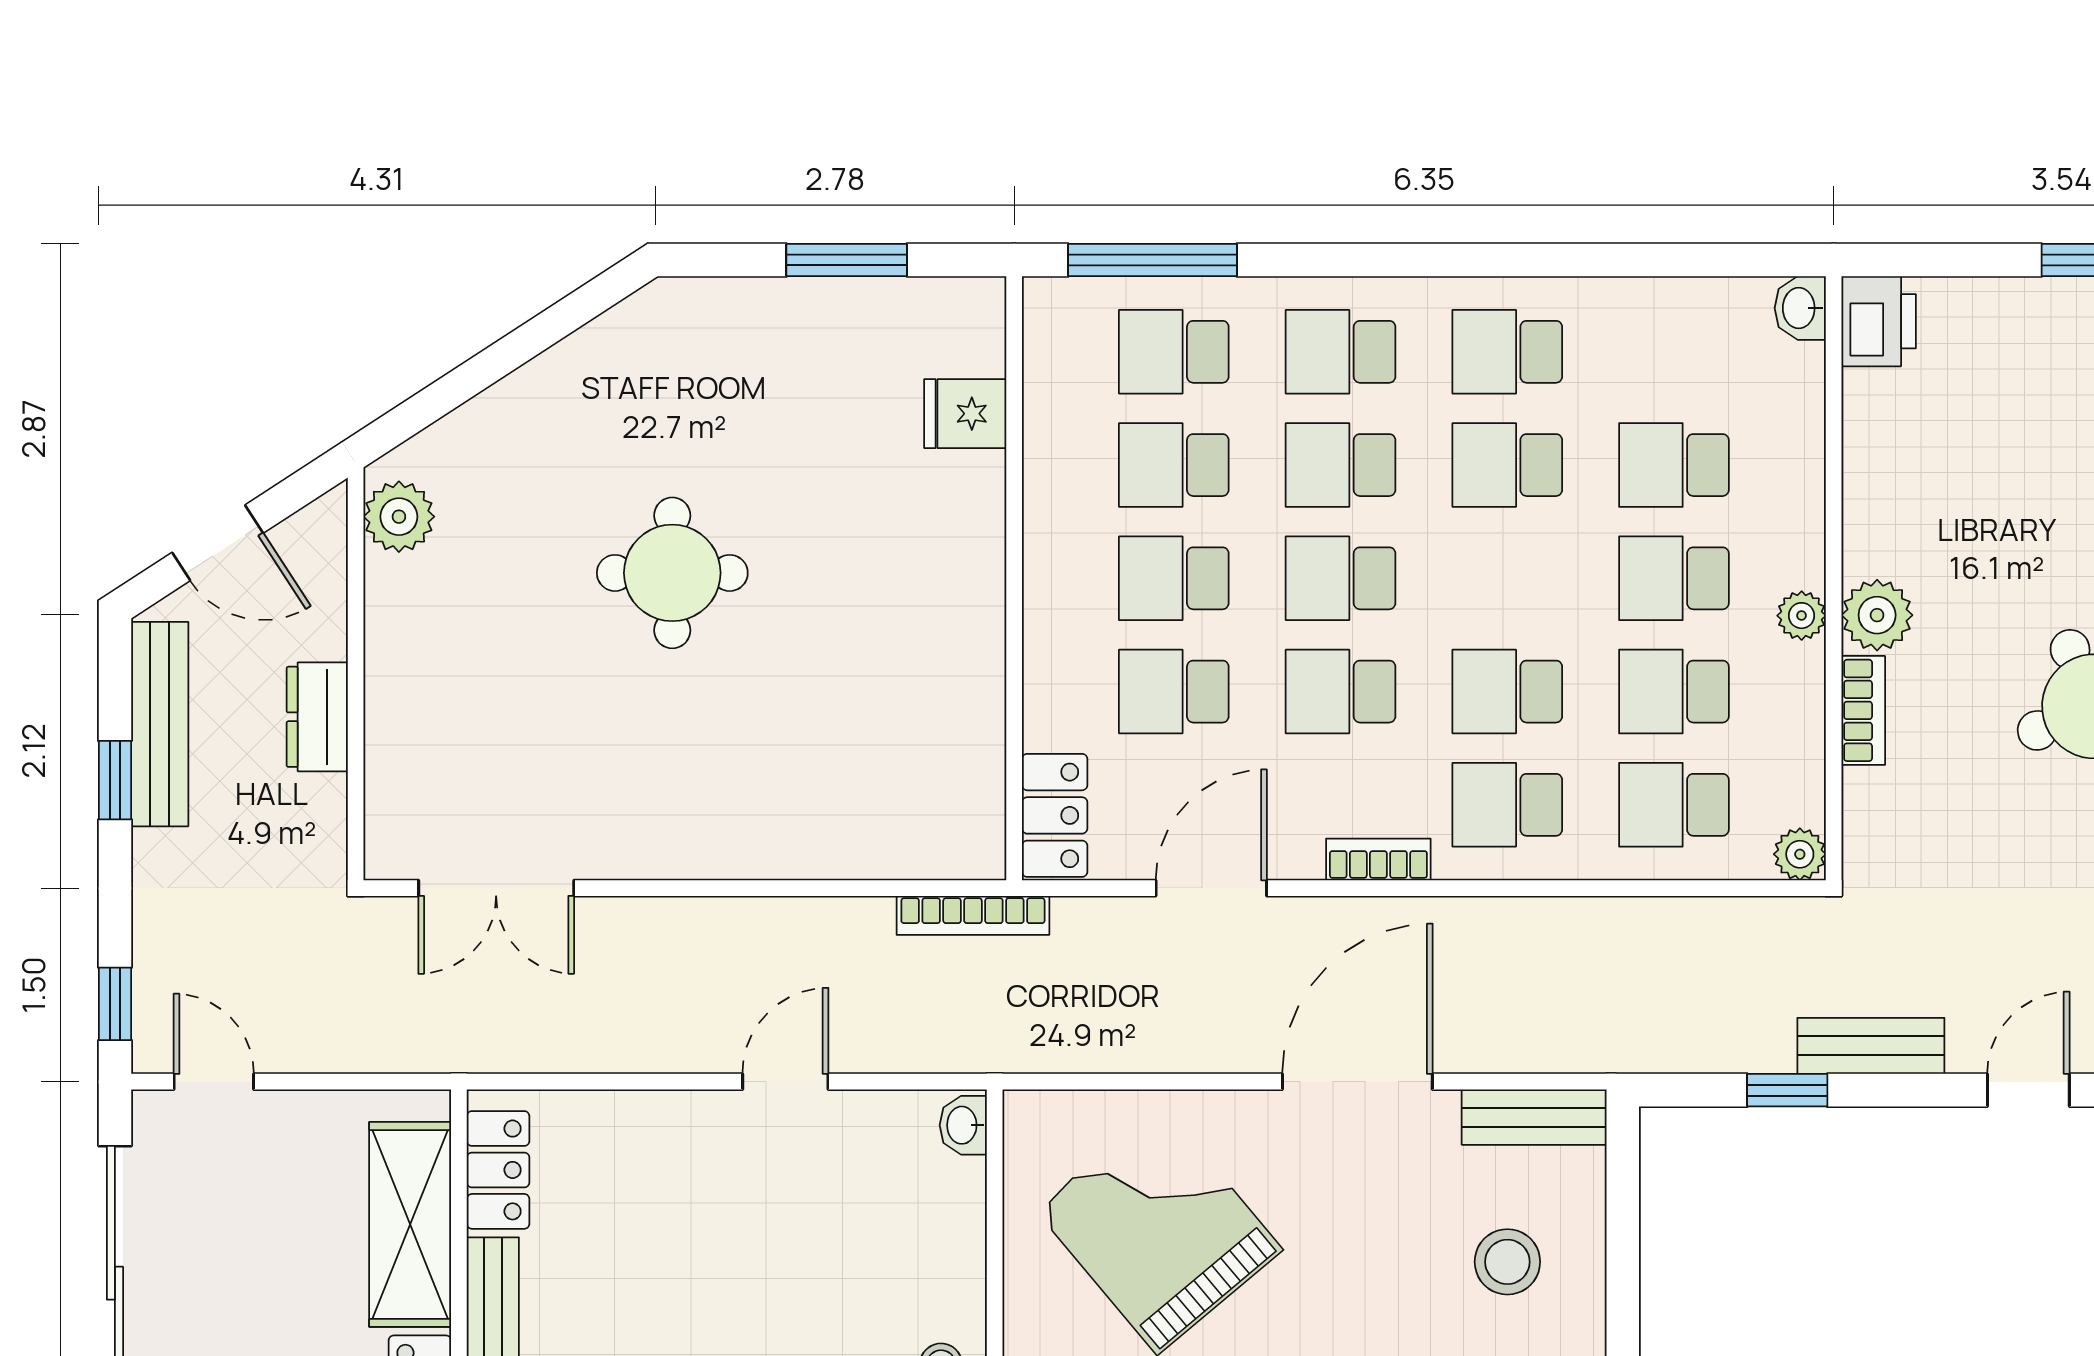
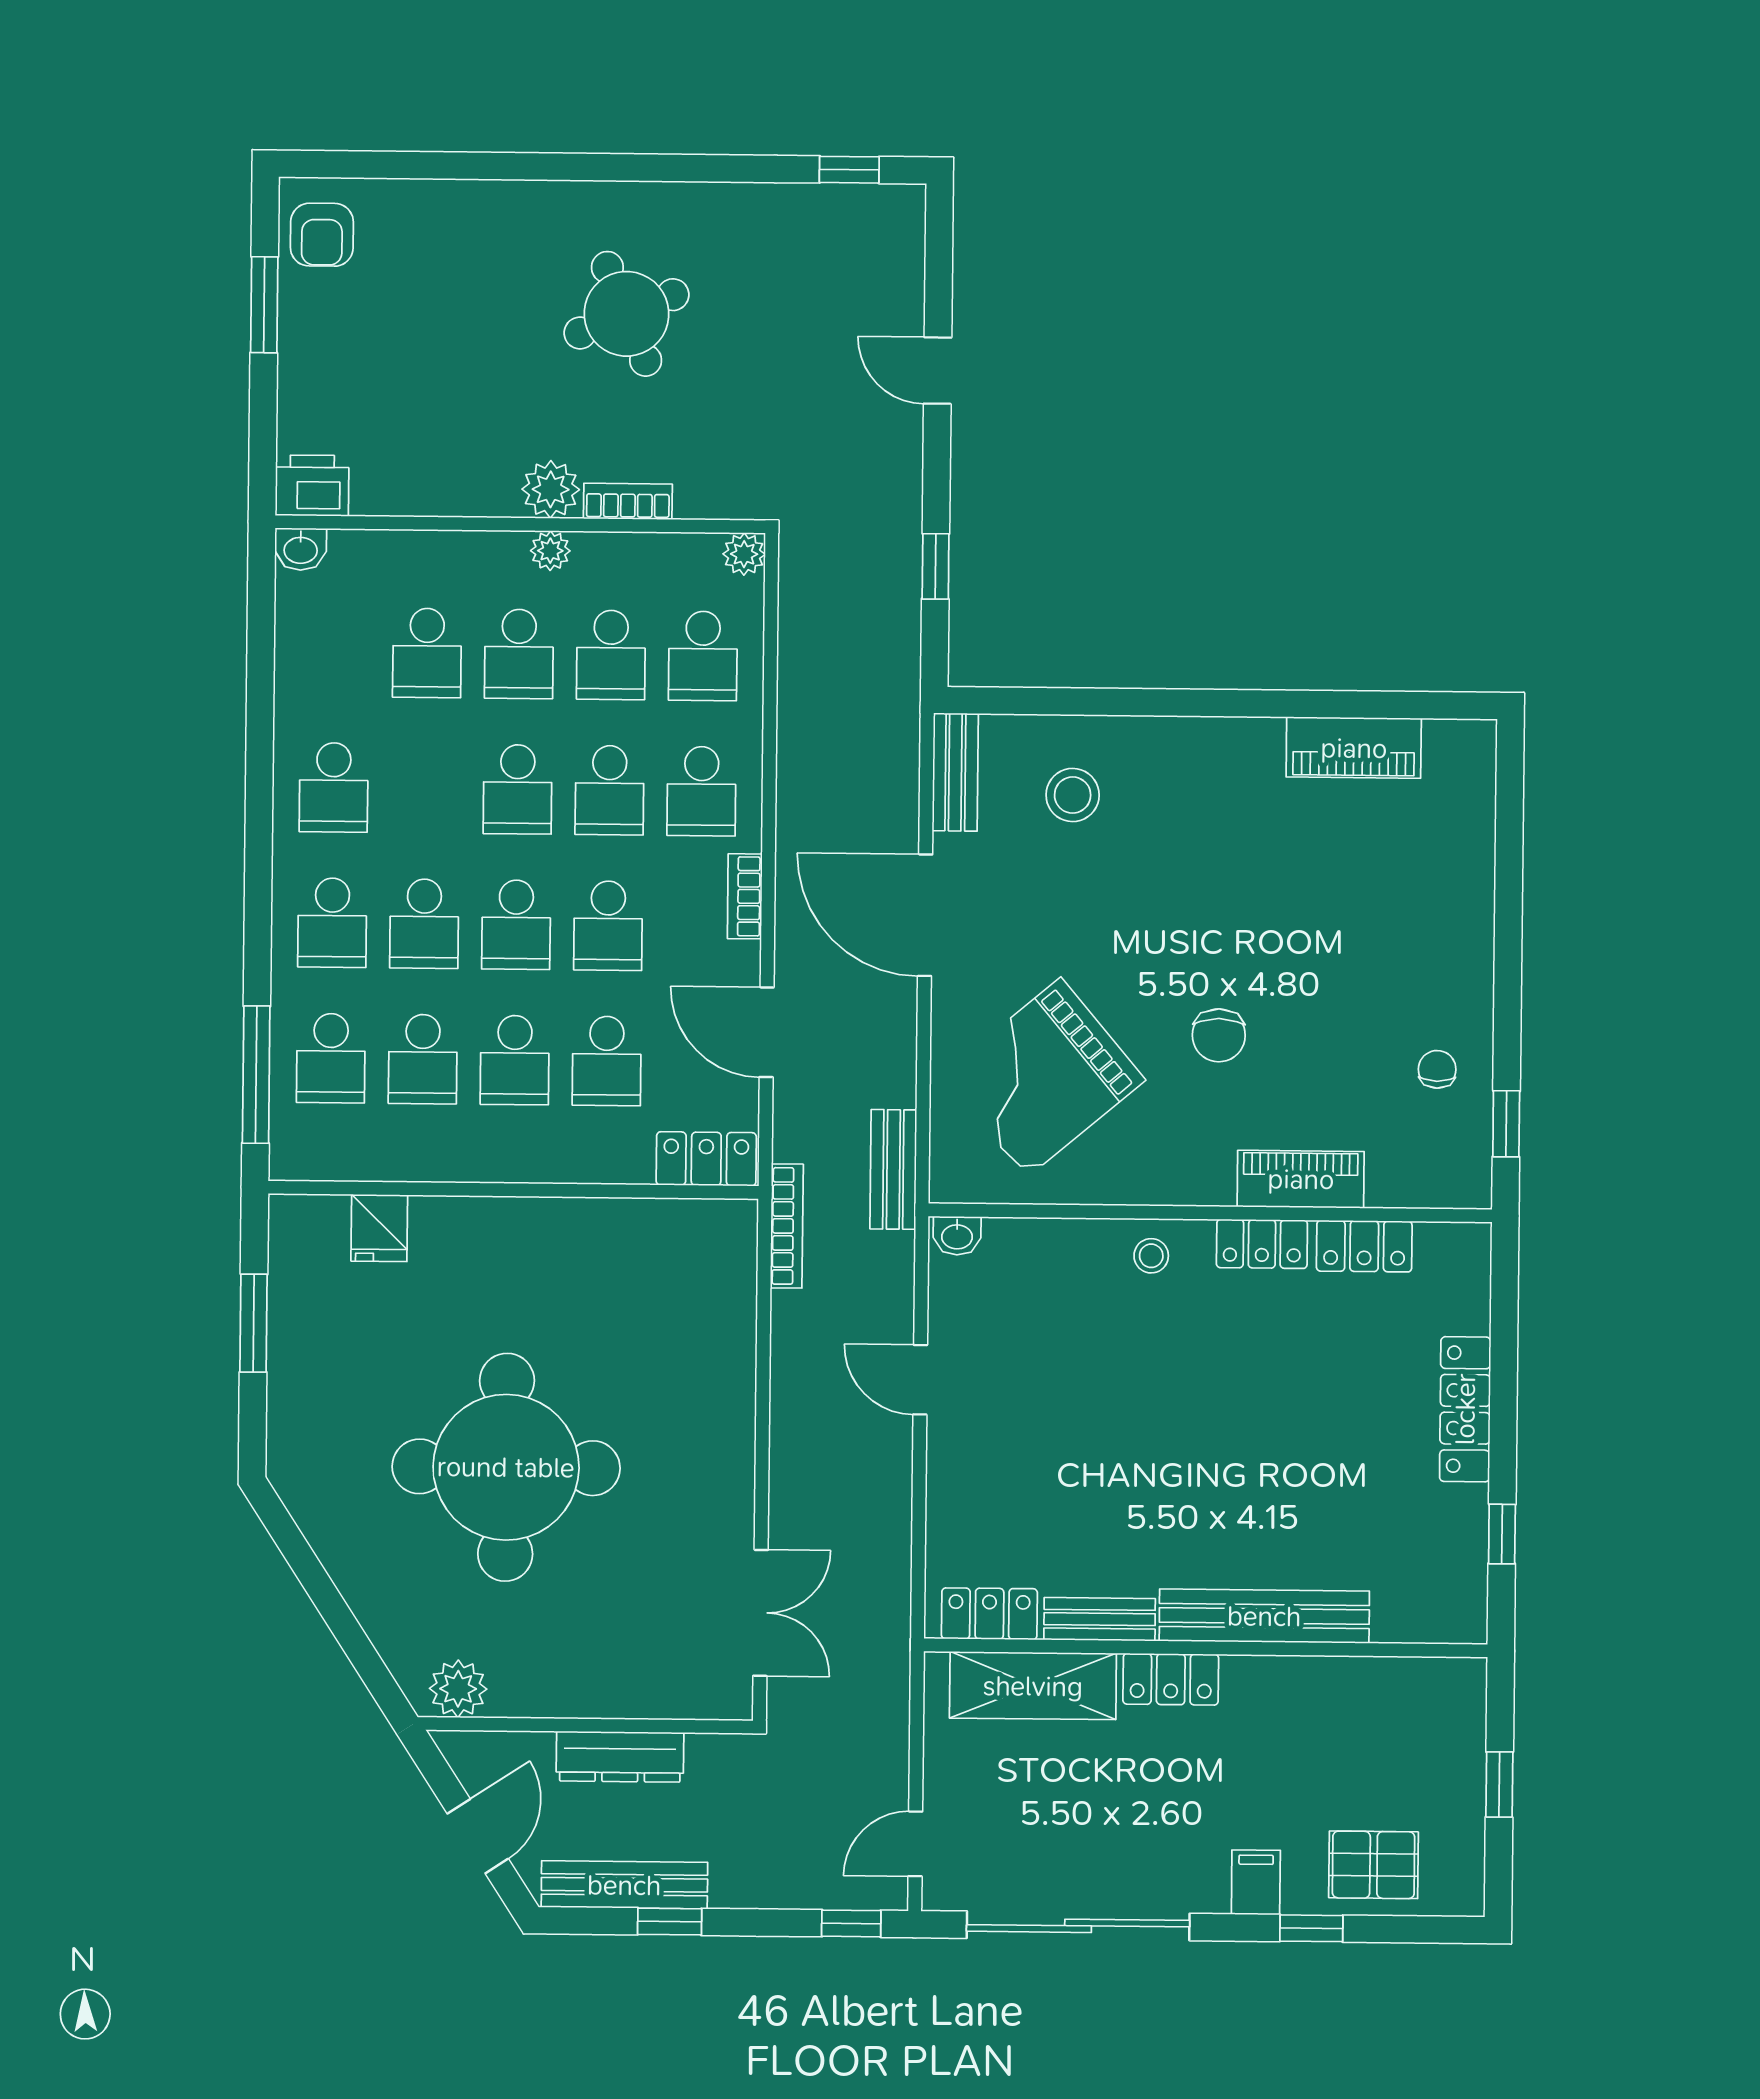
school desk: (1507, 465) -> (518, 789), moved
round table: (672, 573) -> (506, 1467), width x1.86, depth x1.86
dresser: (317, 717) -> (620, 1757), width x1.44
bench: (1871, 1046) -> (893, 1169), moved

